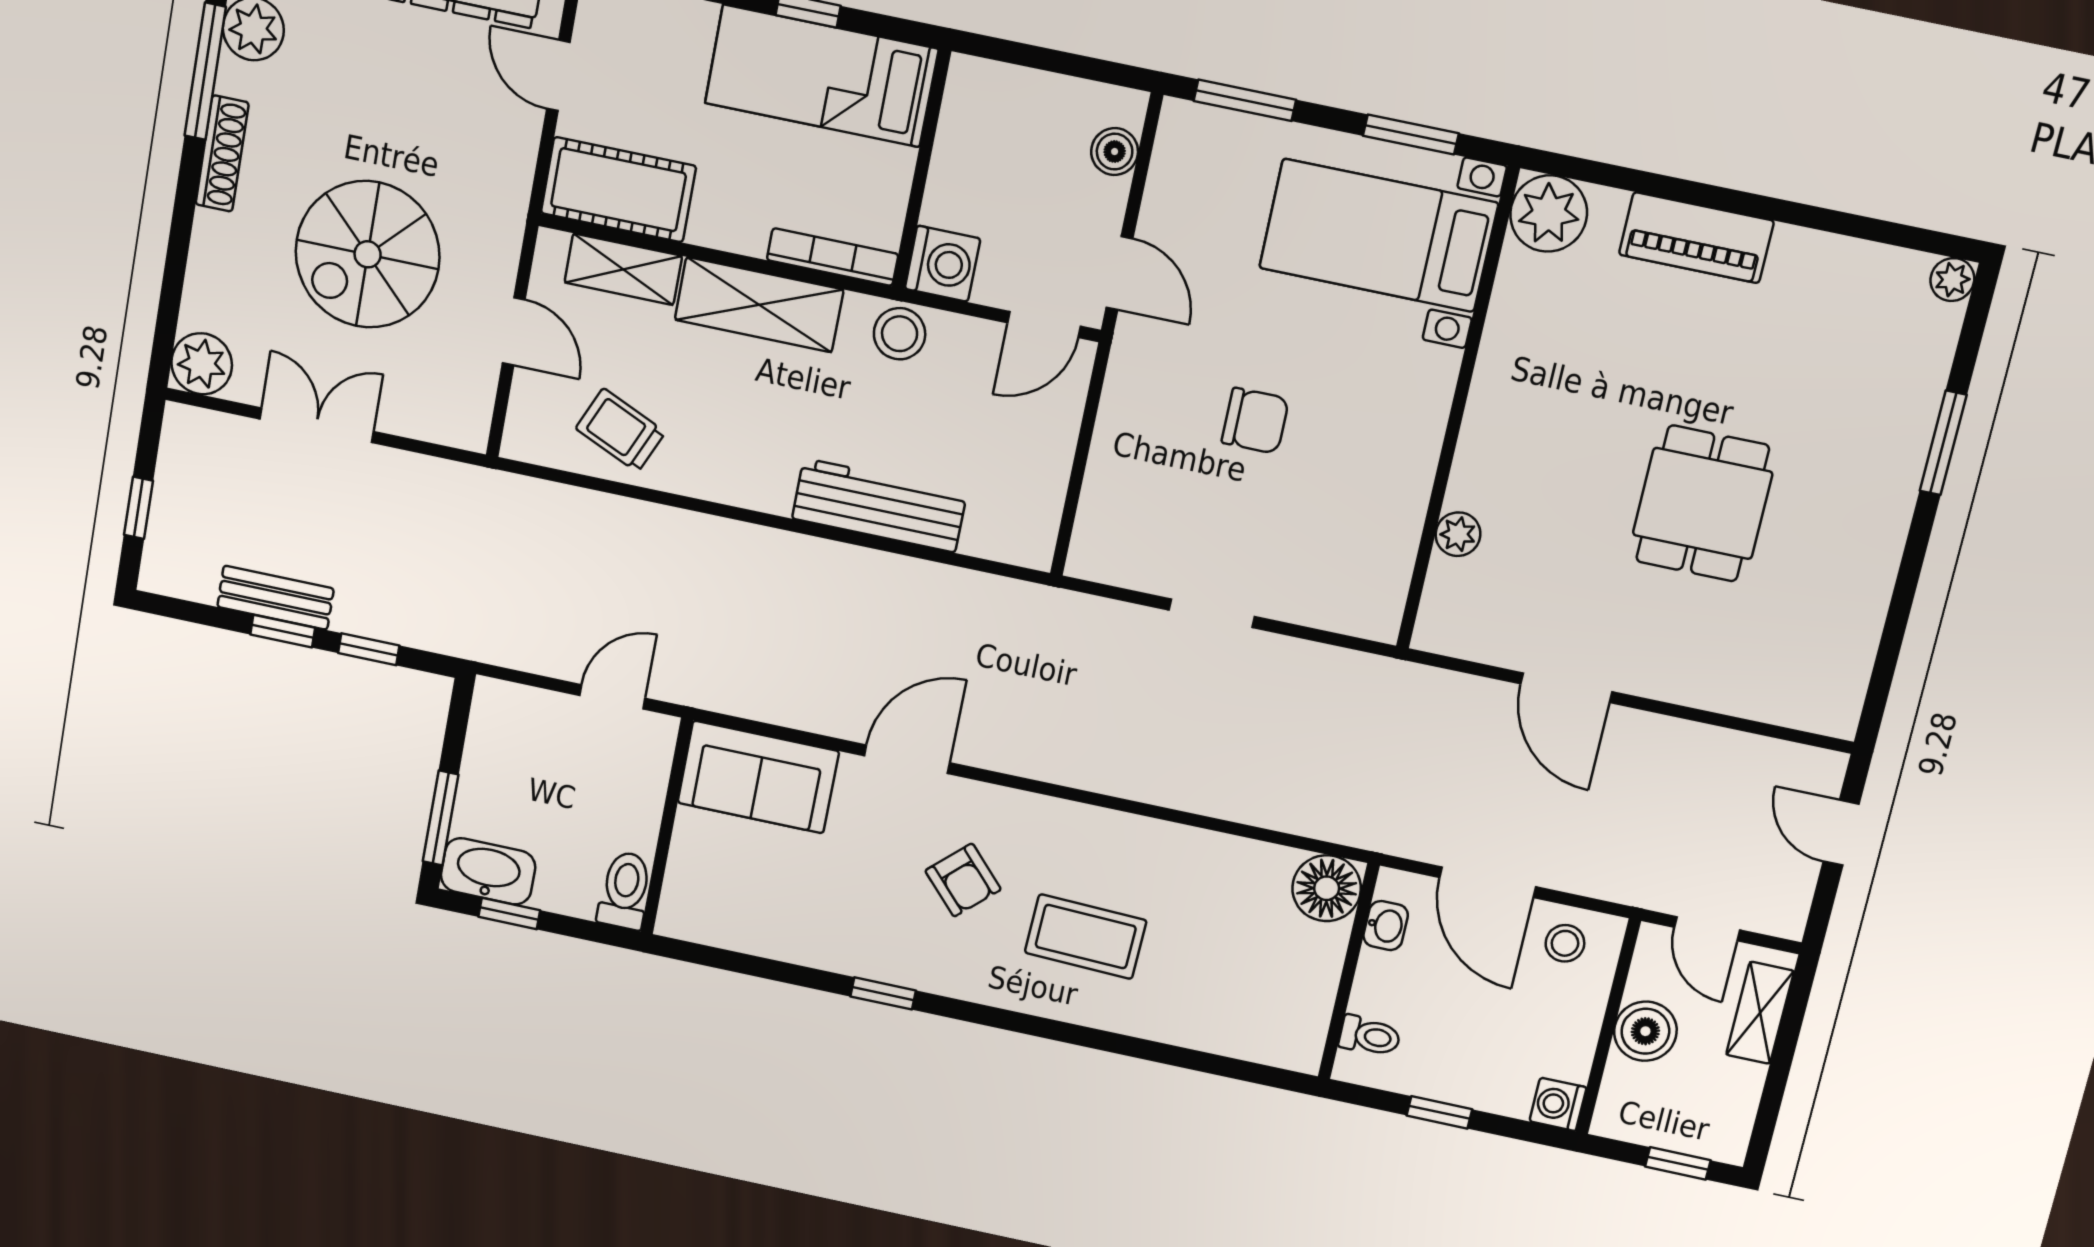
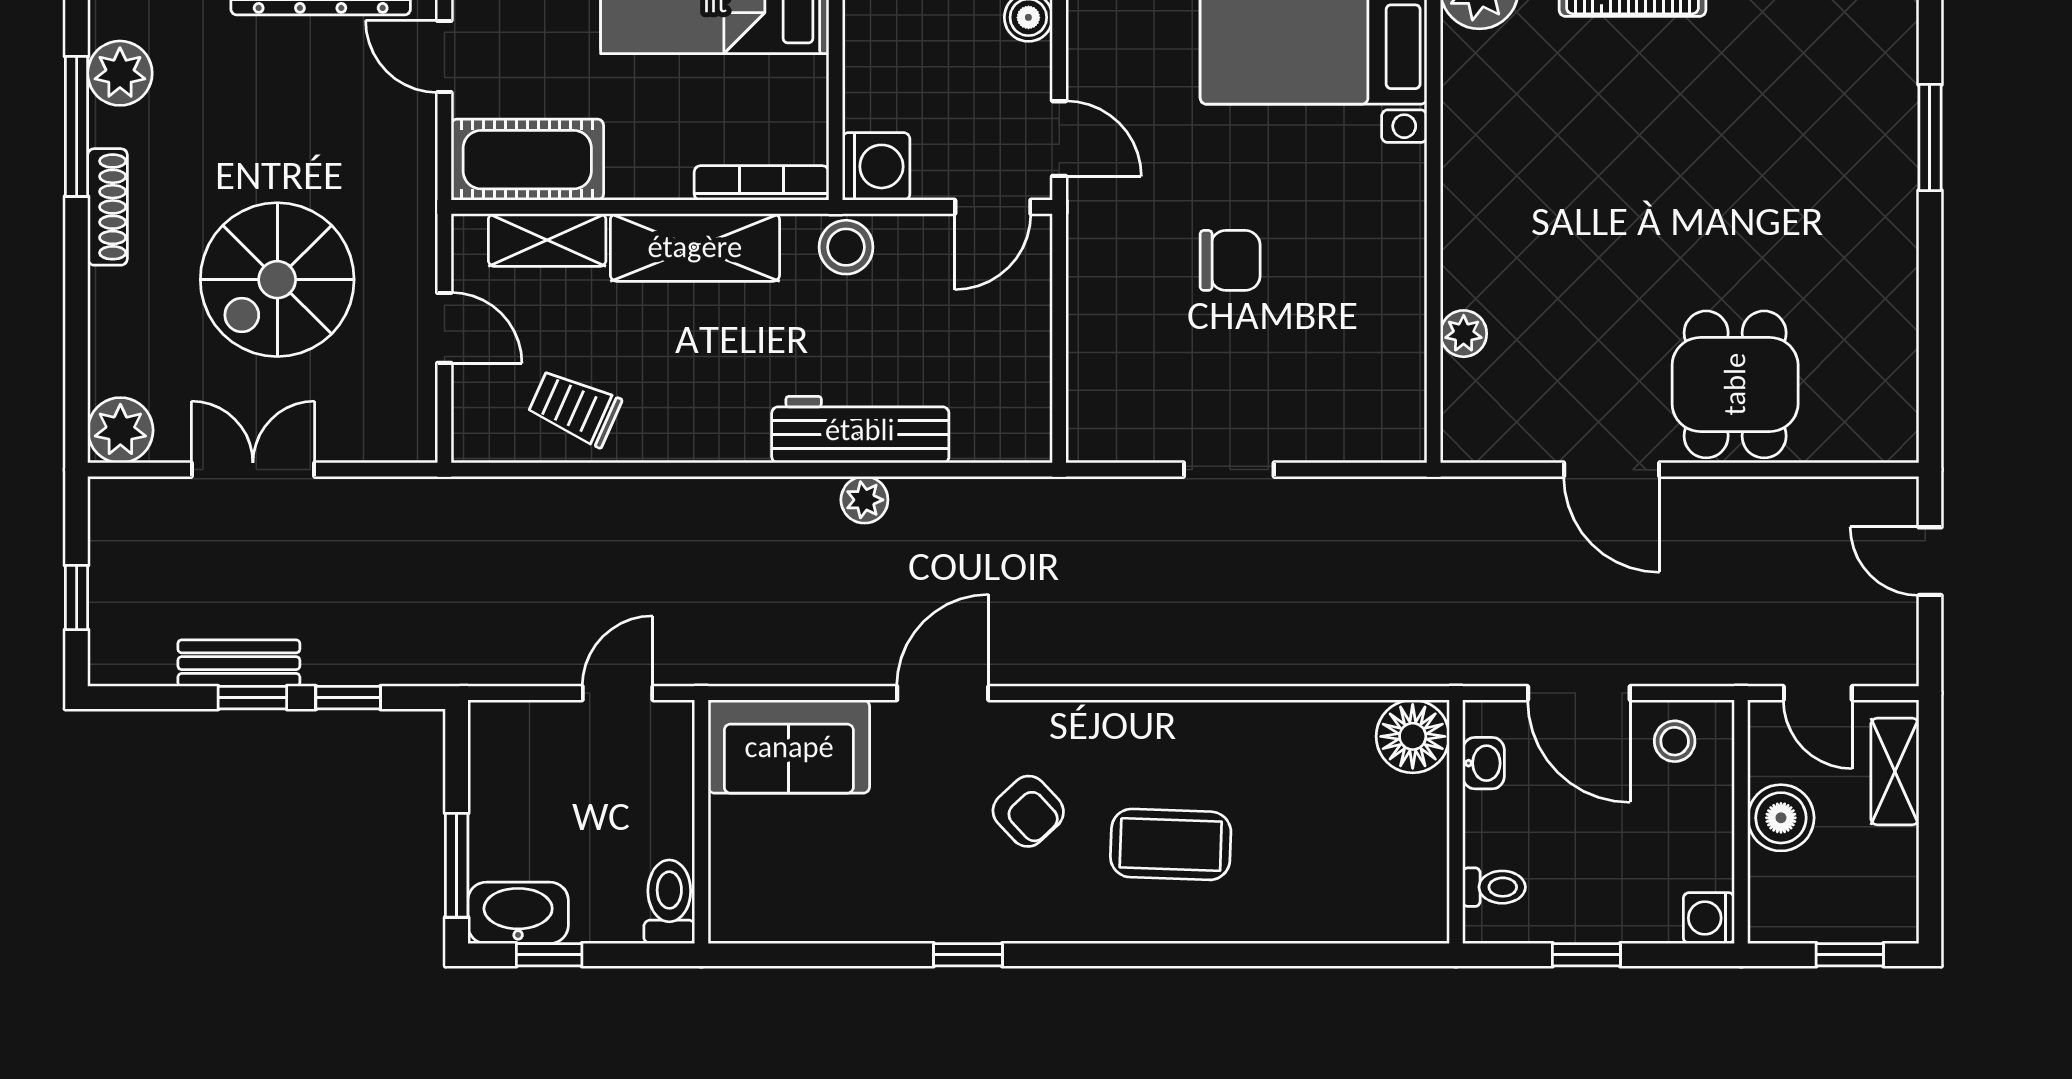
dining table: (1703, 503) -> (1735, 384), moved
plant: (870, 570) -> (864, 500), added

